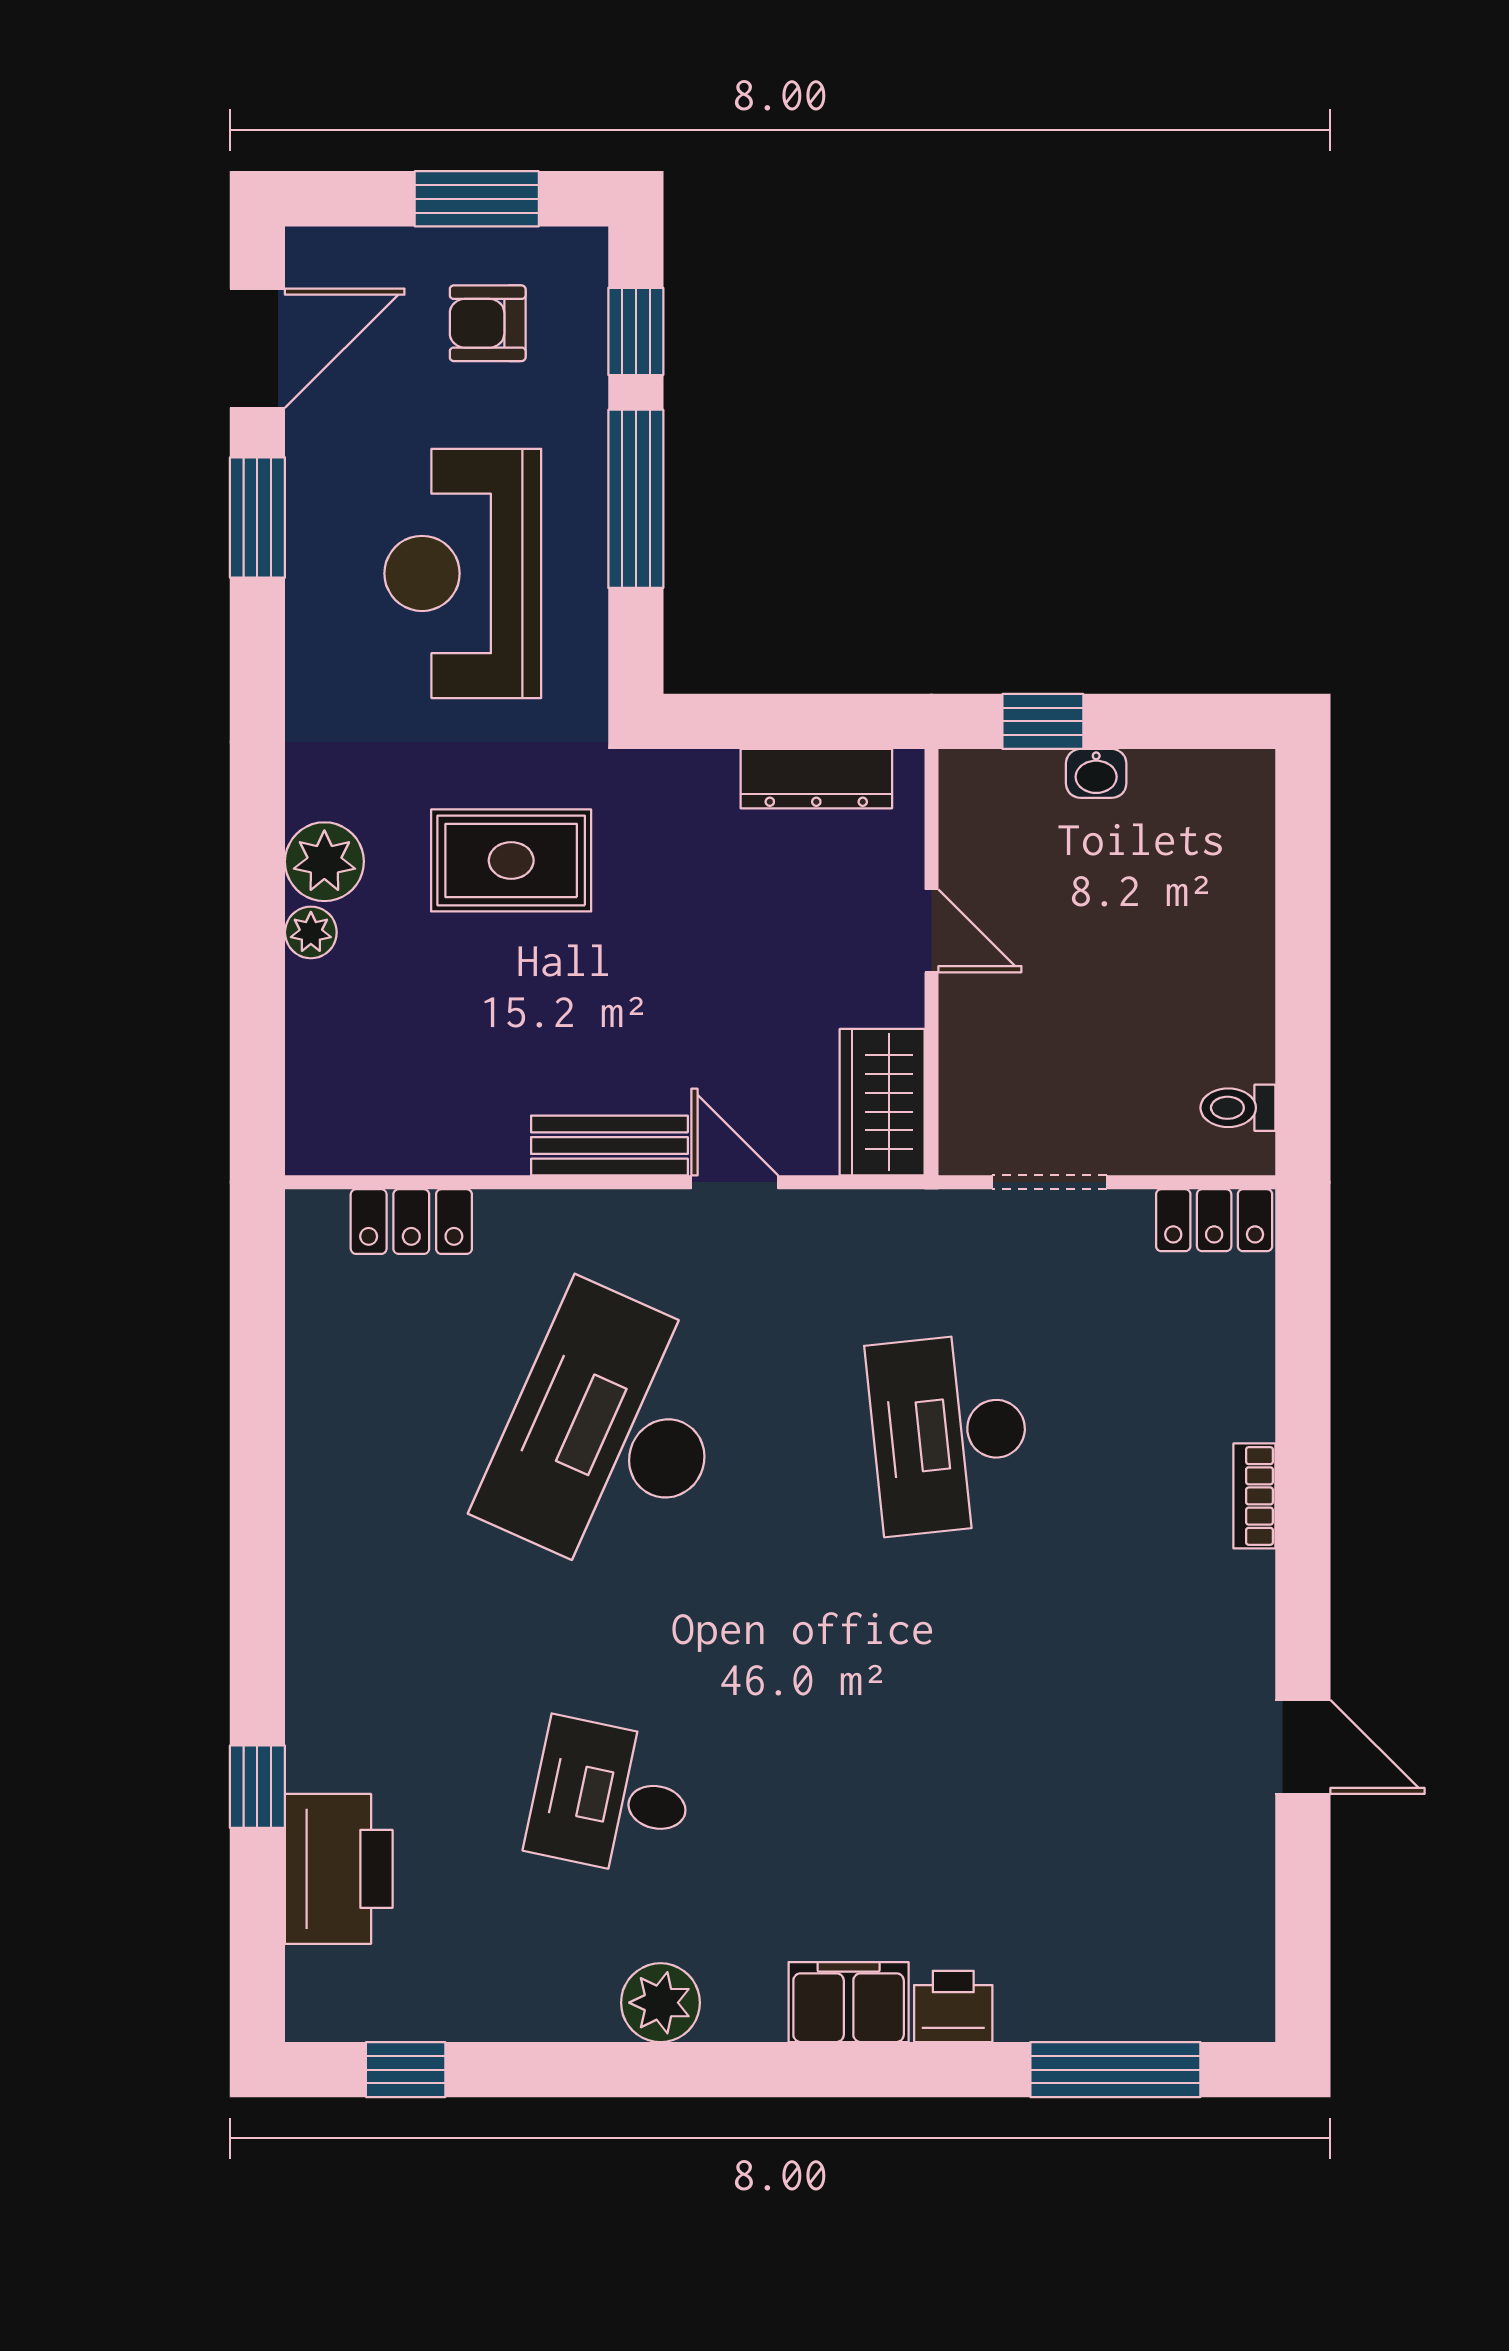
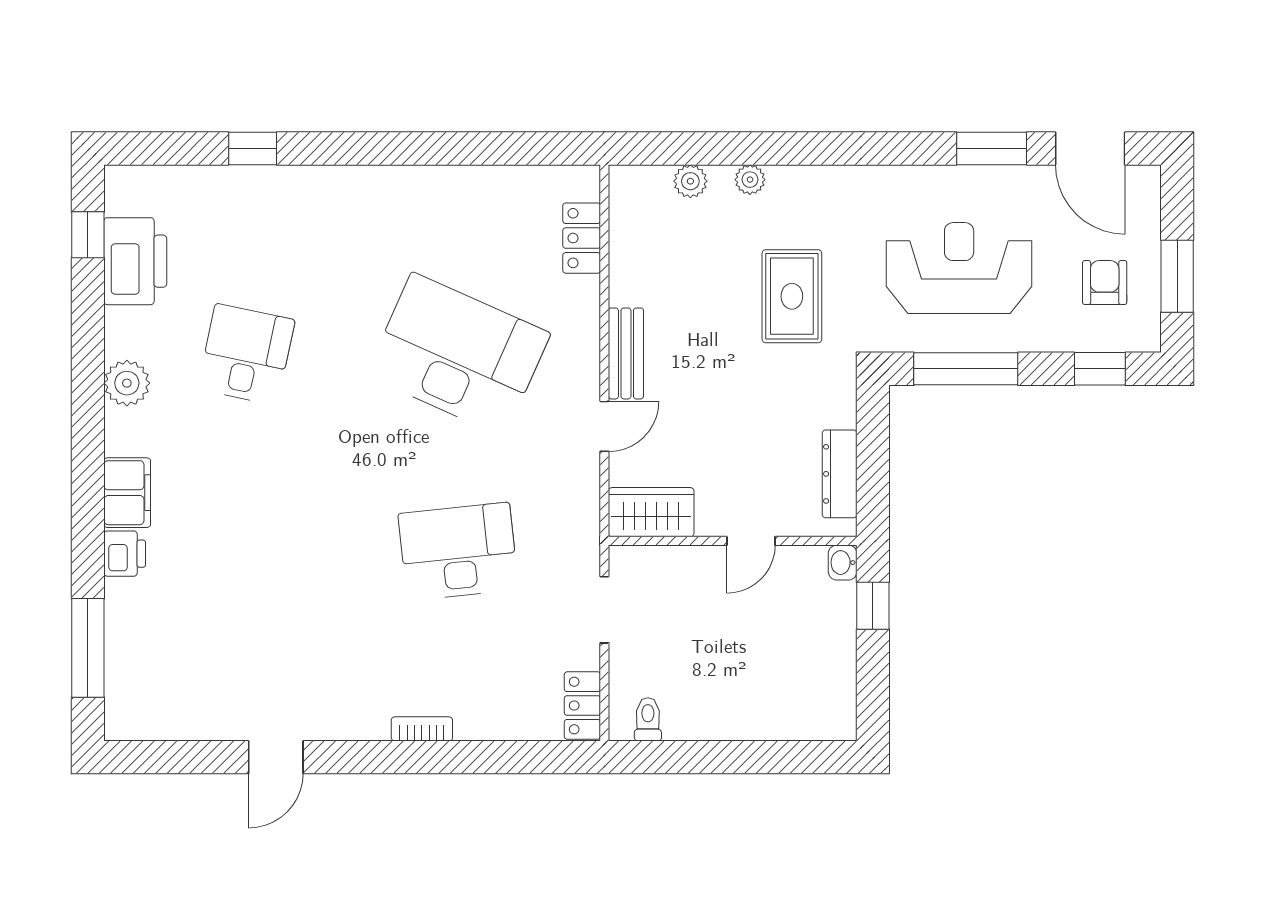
window: (636, 499) -> (966, 369), moved
washbasin: (1096, 773) -> (843, 563), moved
plant: (324, 862) -> (690, 181), moved, width x0.73, depth x0.73
printer: (339, 1869) -> (135, 261), moved, turned -90

